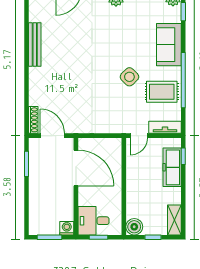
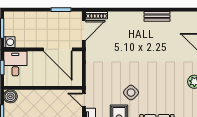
bench: (35, 44) -> (157, 16), width x0.73
door: (76, 168) -> (58, 49), hinge flipped

